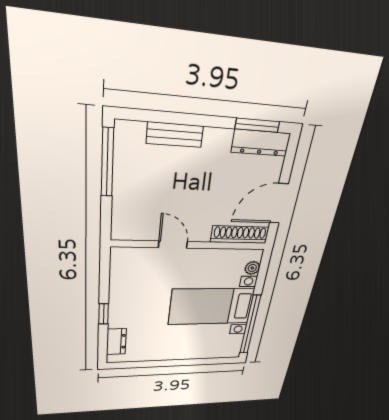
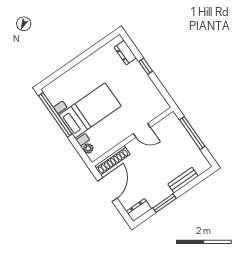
window: (257, 125) -> (165, 203), moved
dresser: (261, 143) -> (139, 210), width x0.70
window: (107, 163) -> (192, 133), moved

